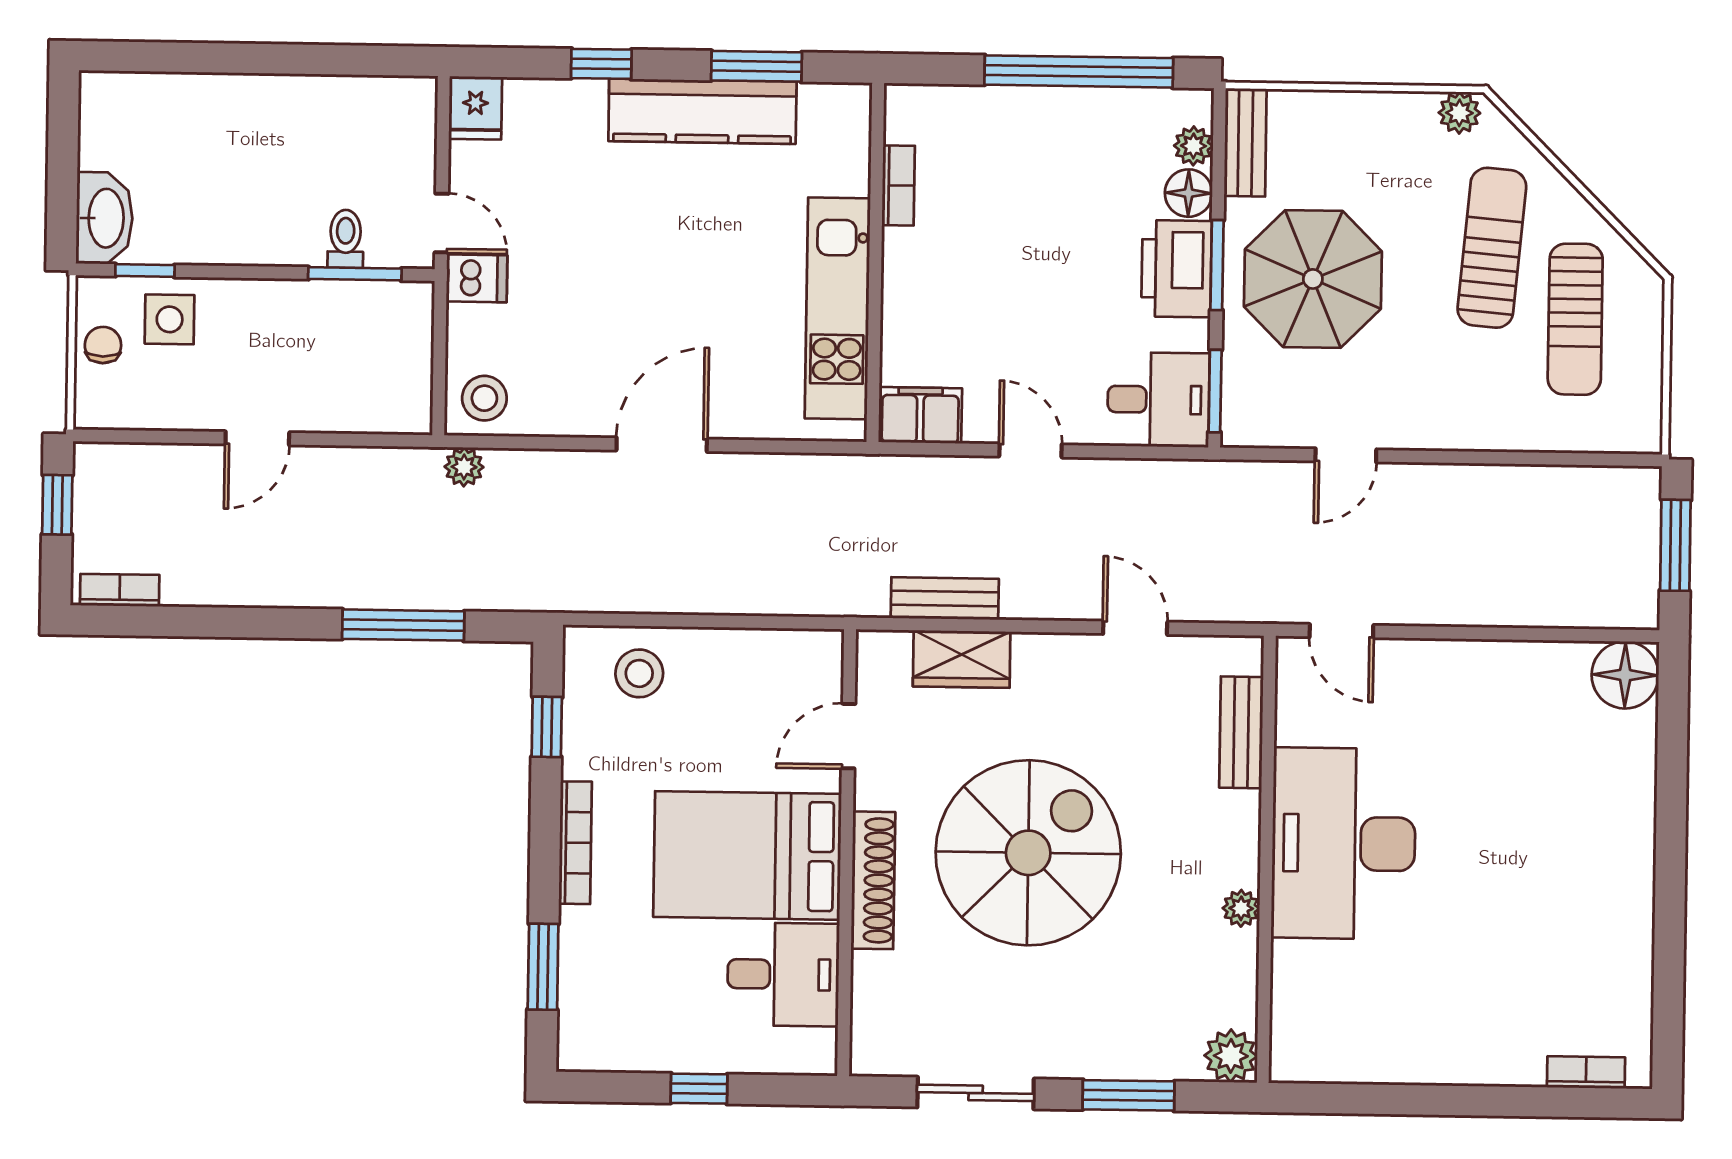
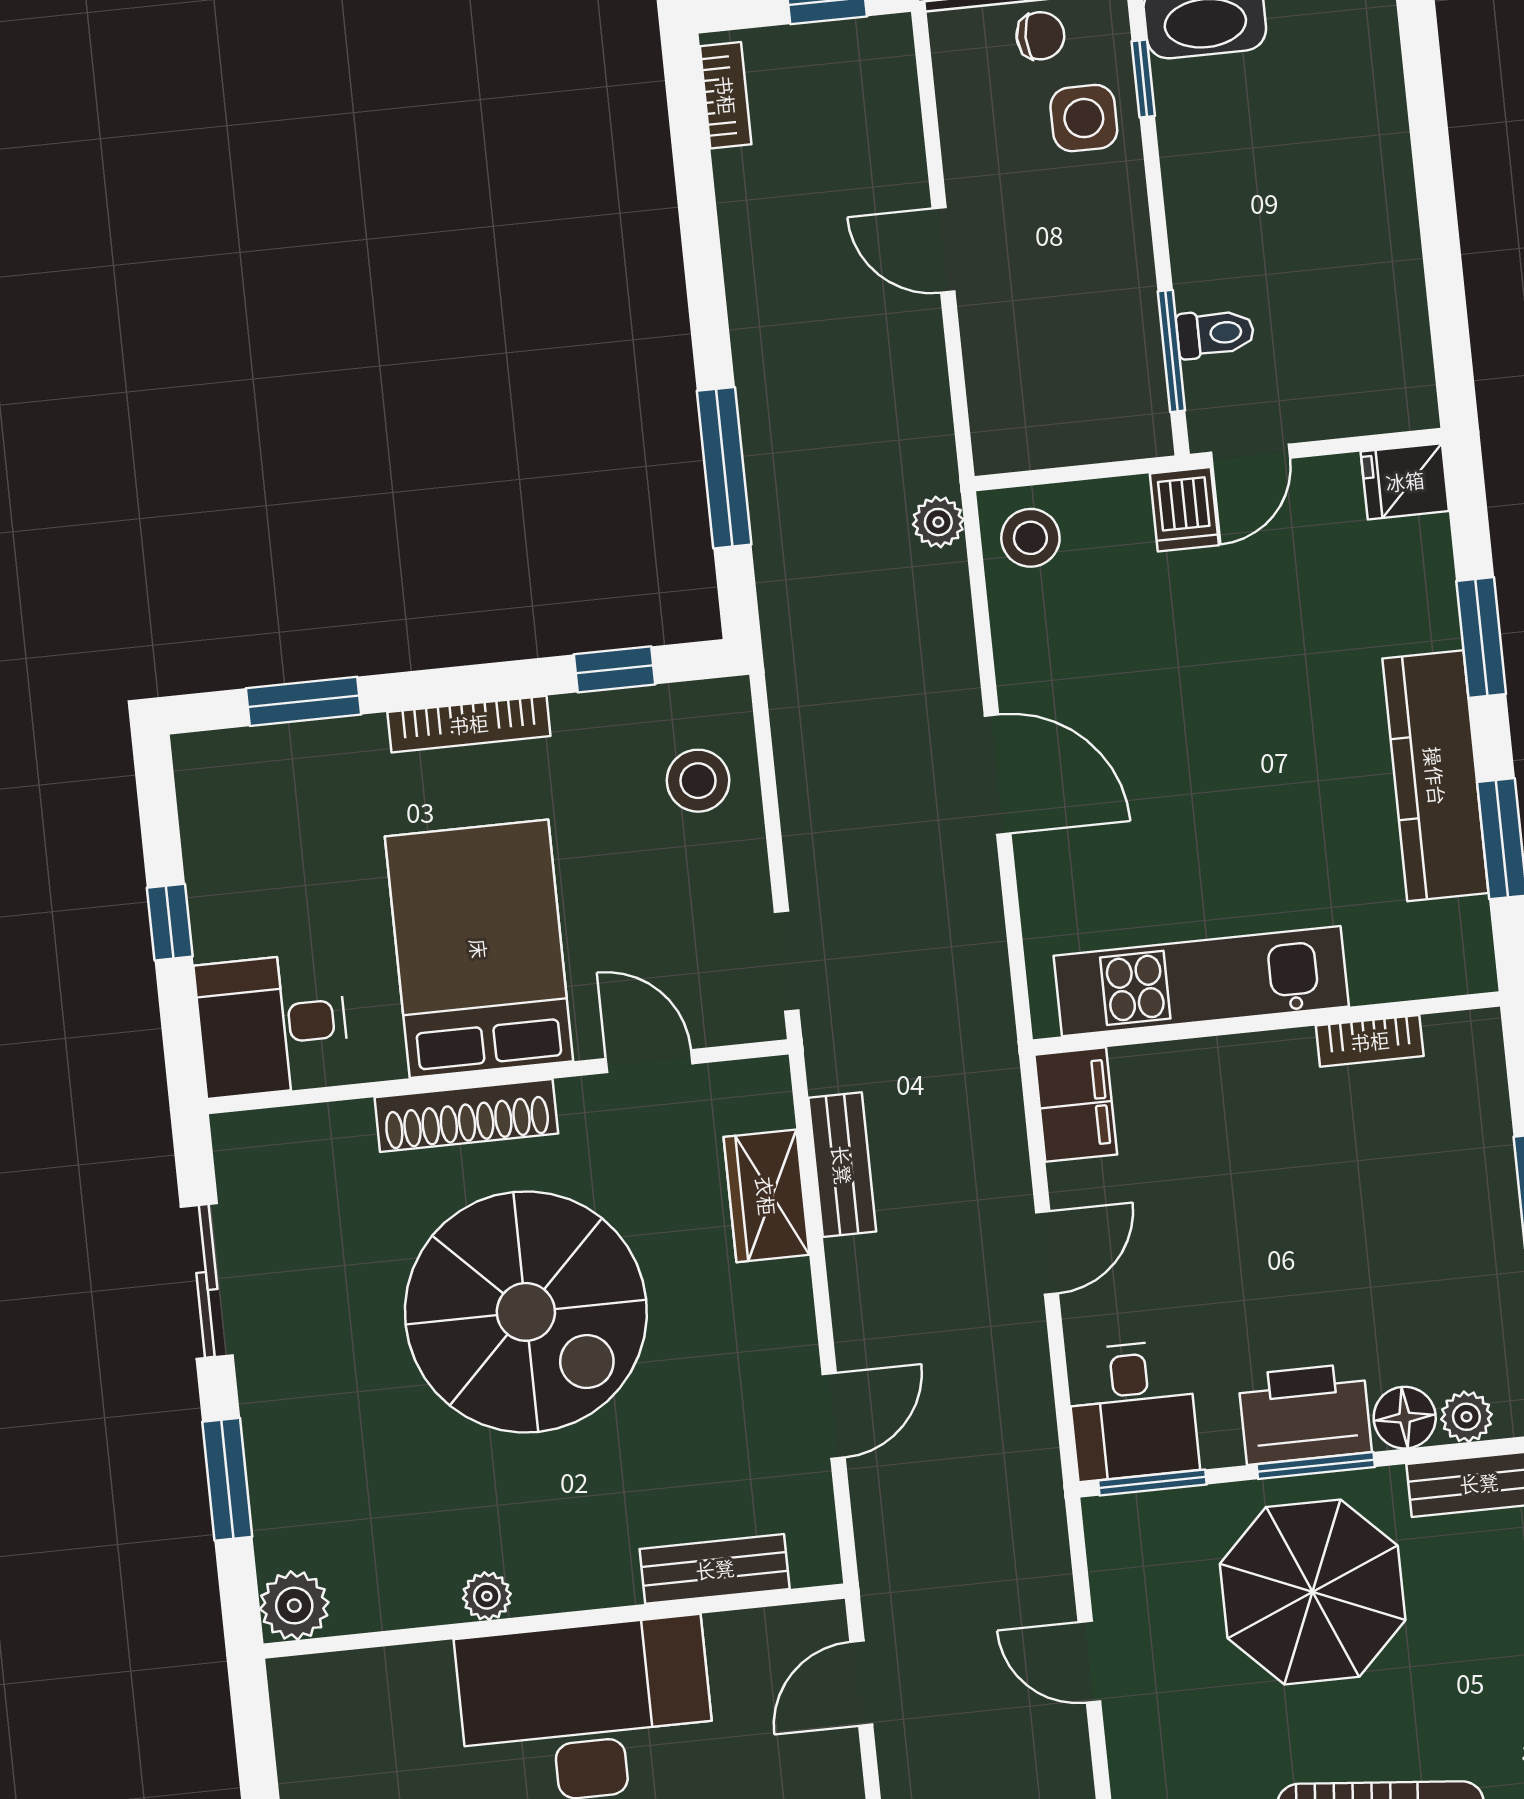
window: (601, 64) -> (1481, 637), width x1.50
doorway: (785, 622) -> (787, 961), added
desk: (783, 974) -> (272, 1025), moved, turned 90

